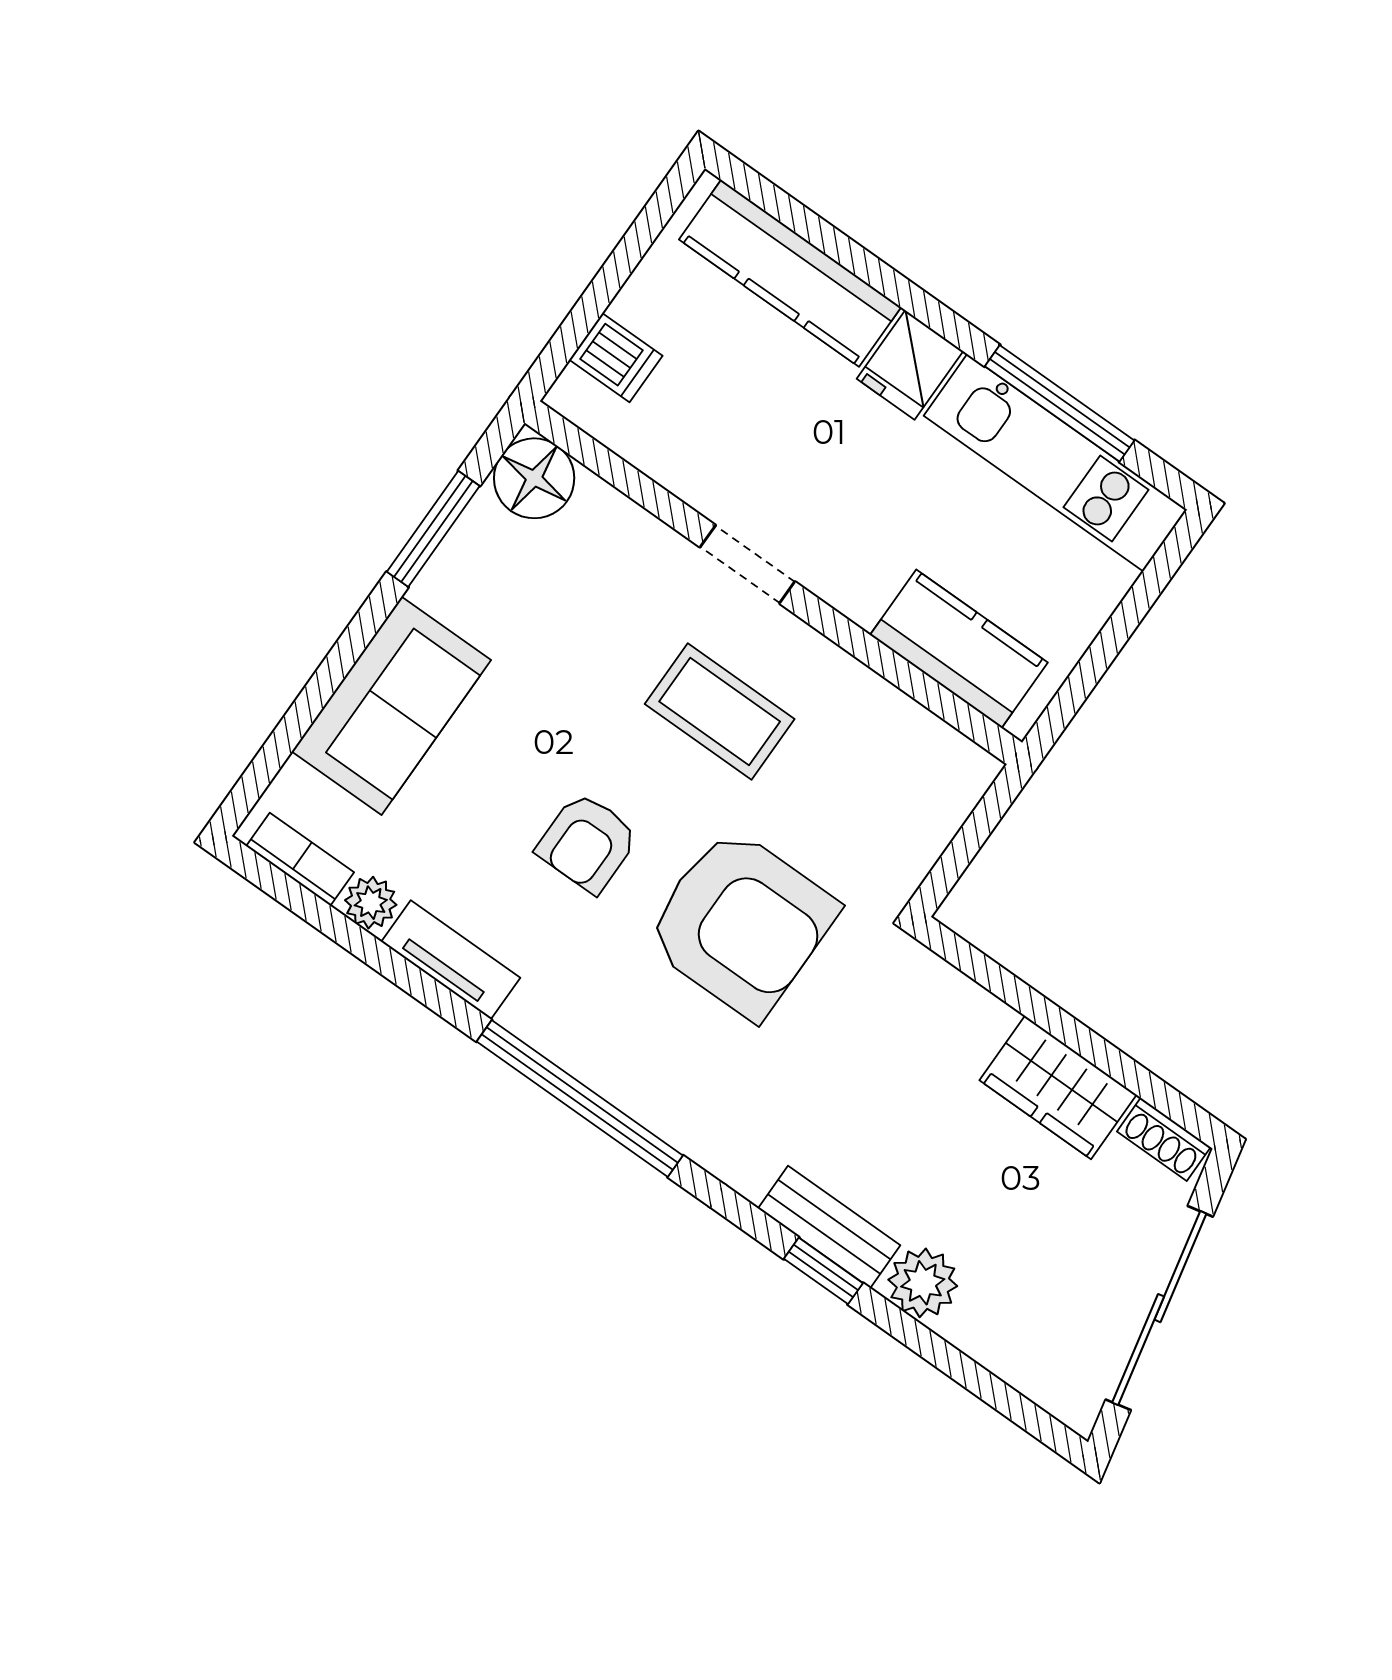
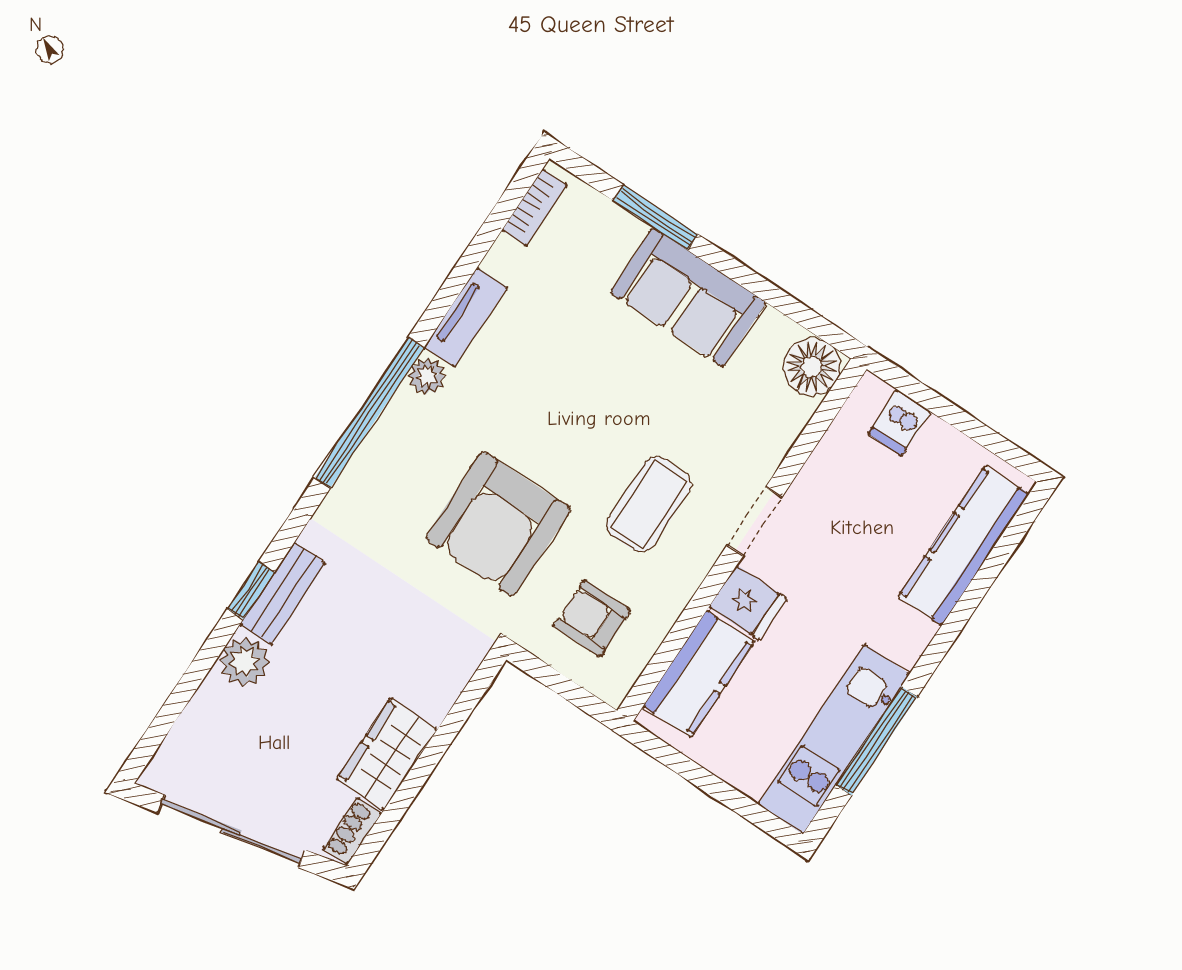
fridge: (910, 365) -> (748, 603), moved, turned 180
window: (433, 529) -> (656, 218), moved
sofa: (391, 706) -> (688, 297), moved
armchair: (587, 843) -> (592, 618), moved
plant: (371, 903) -> (427, 376), moved

